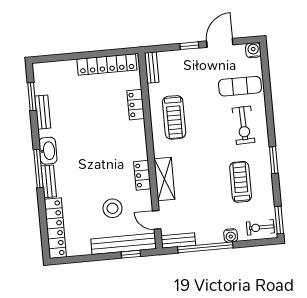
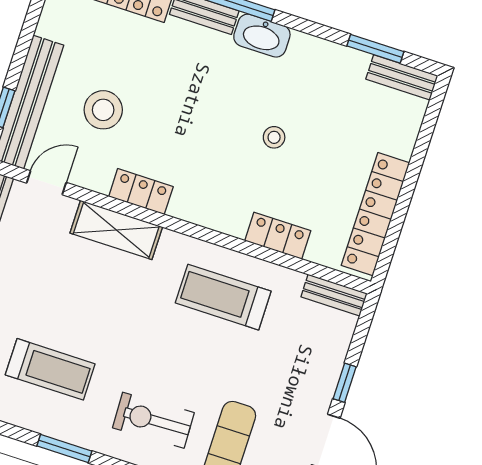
bench: (43, 112) -> (402, 77), moved
stool: (92, 125) -> (274, 137), added

